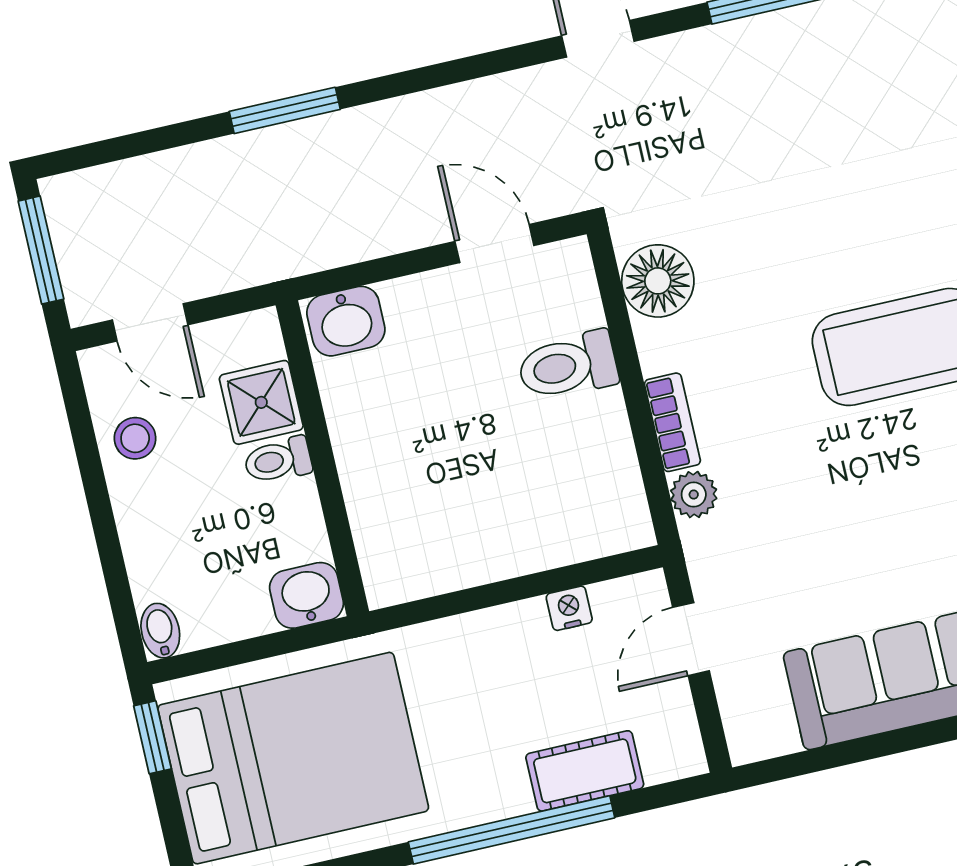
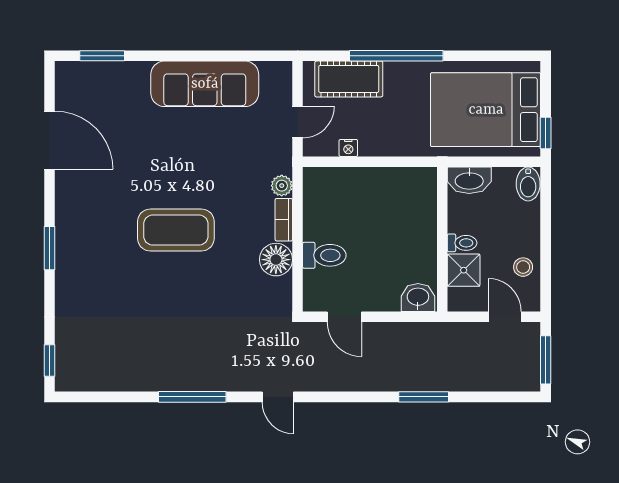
floor lamp: (658, 281) -> (276, 260), moved
washbasin: (306, 595) -> (469, 180), width x1.38
bidet: (160, 631) -> (528, 184), width x1.38, depth x1.36
cot: (585, 771) -> (349, 79), width x1.37, depth x1.34

